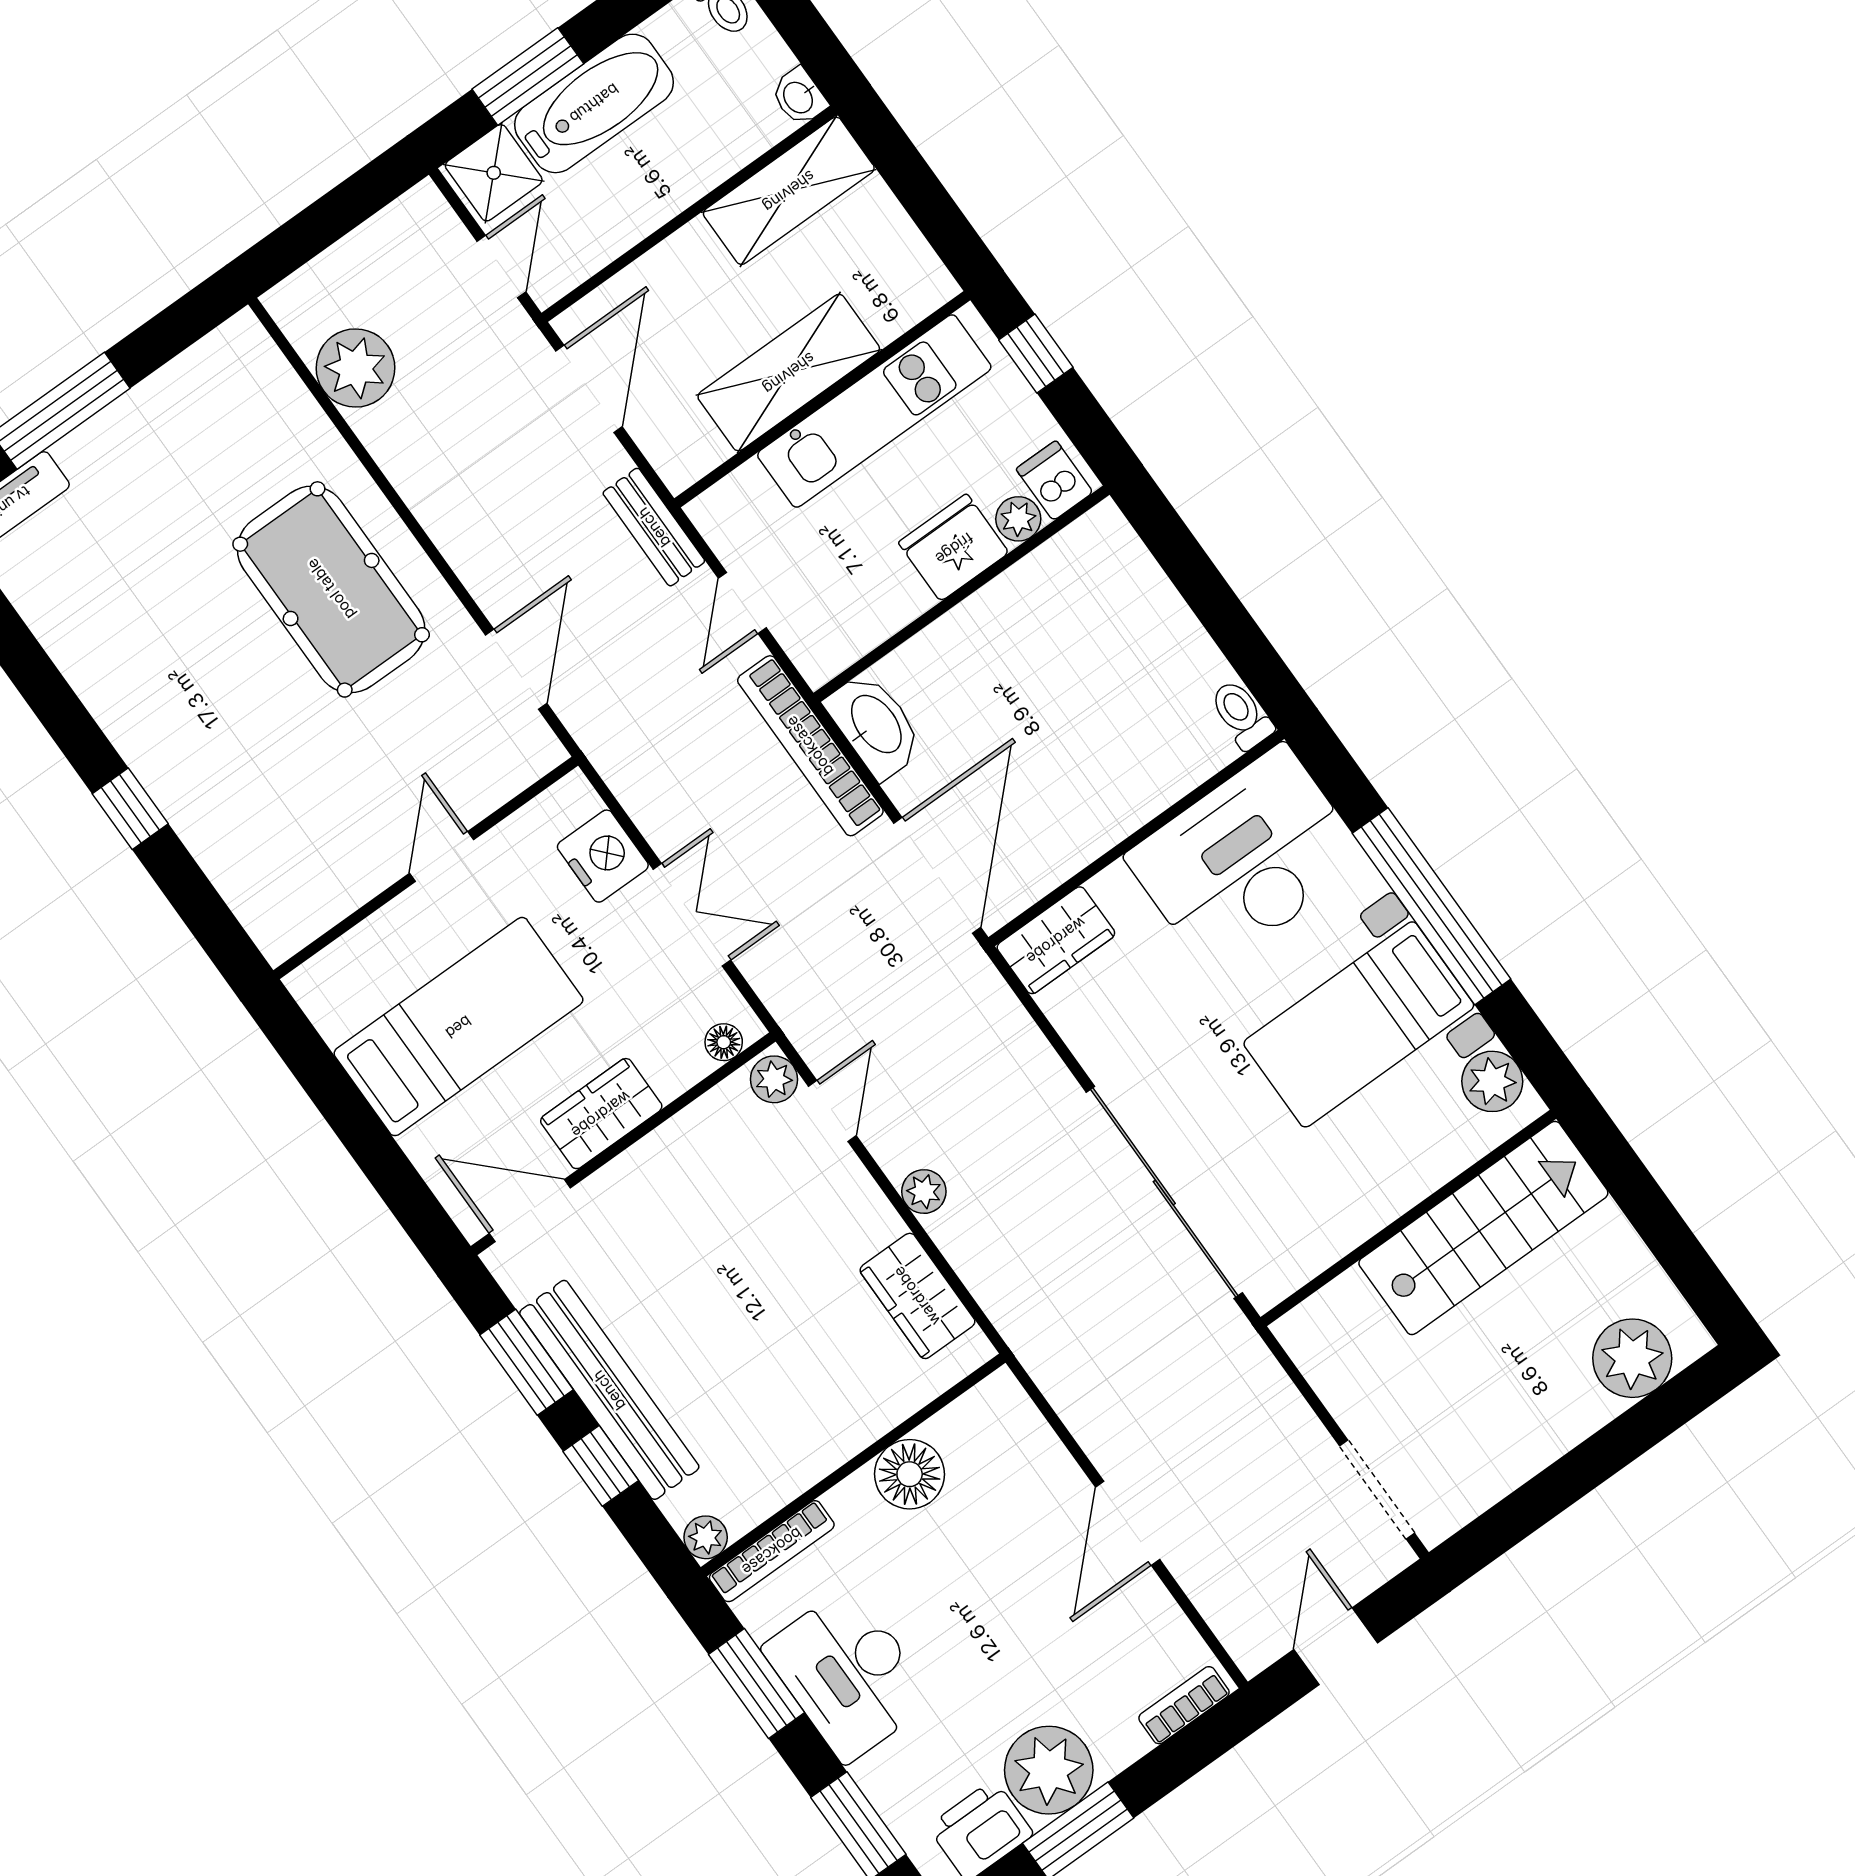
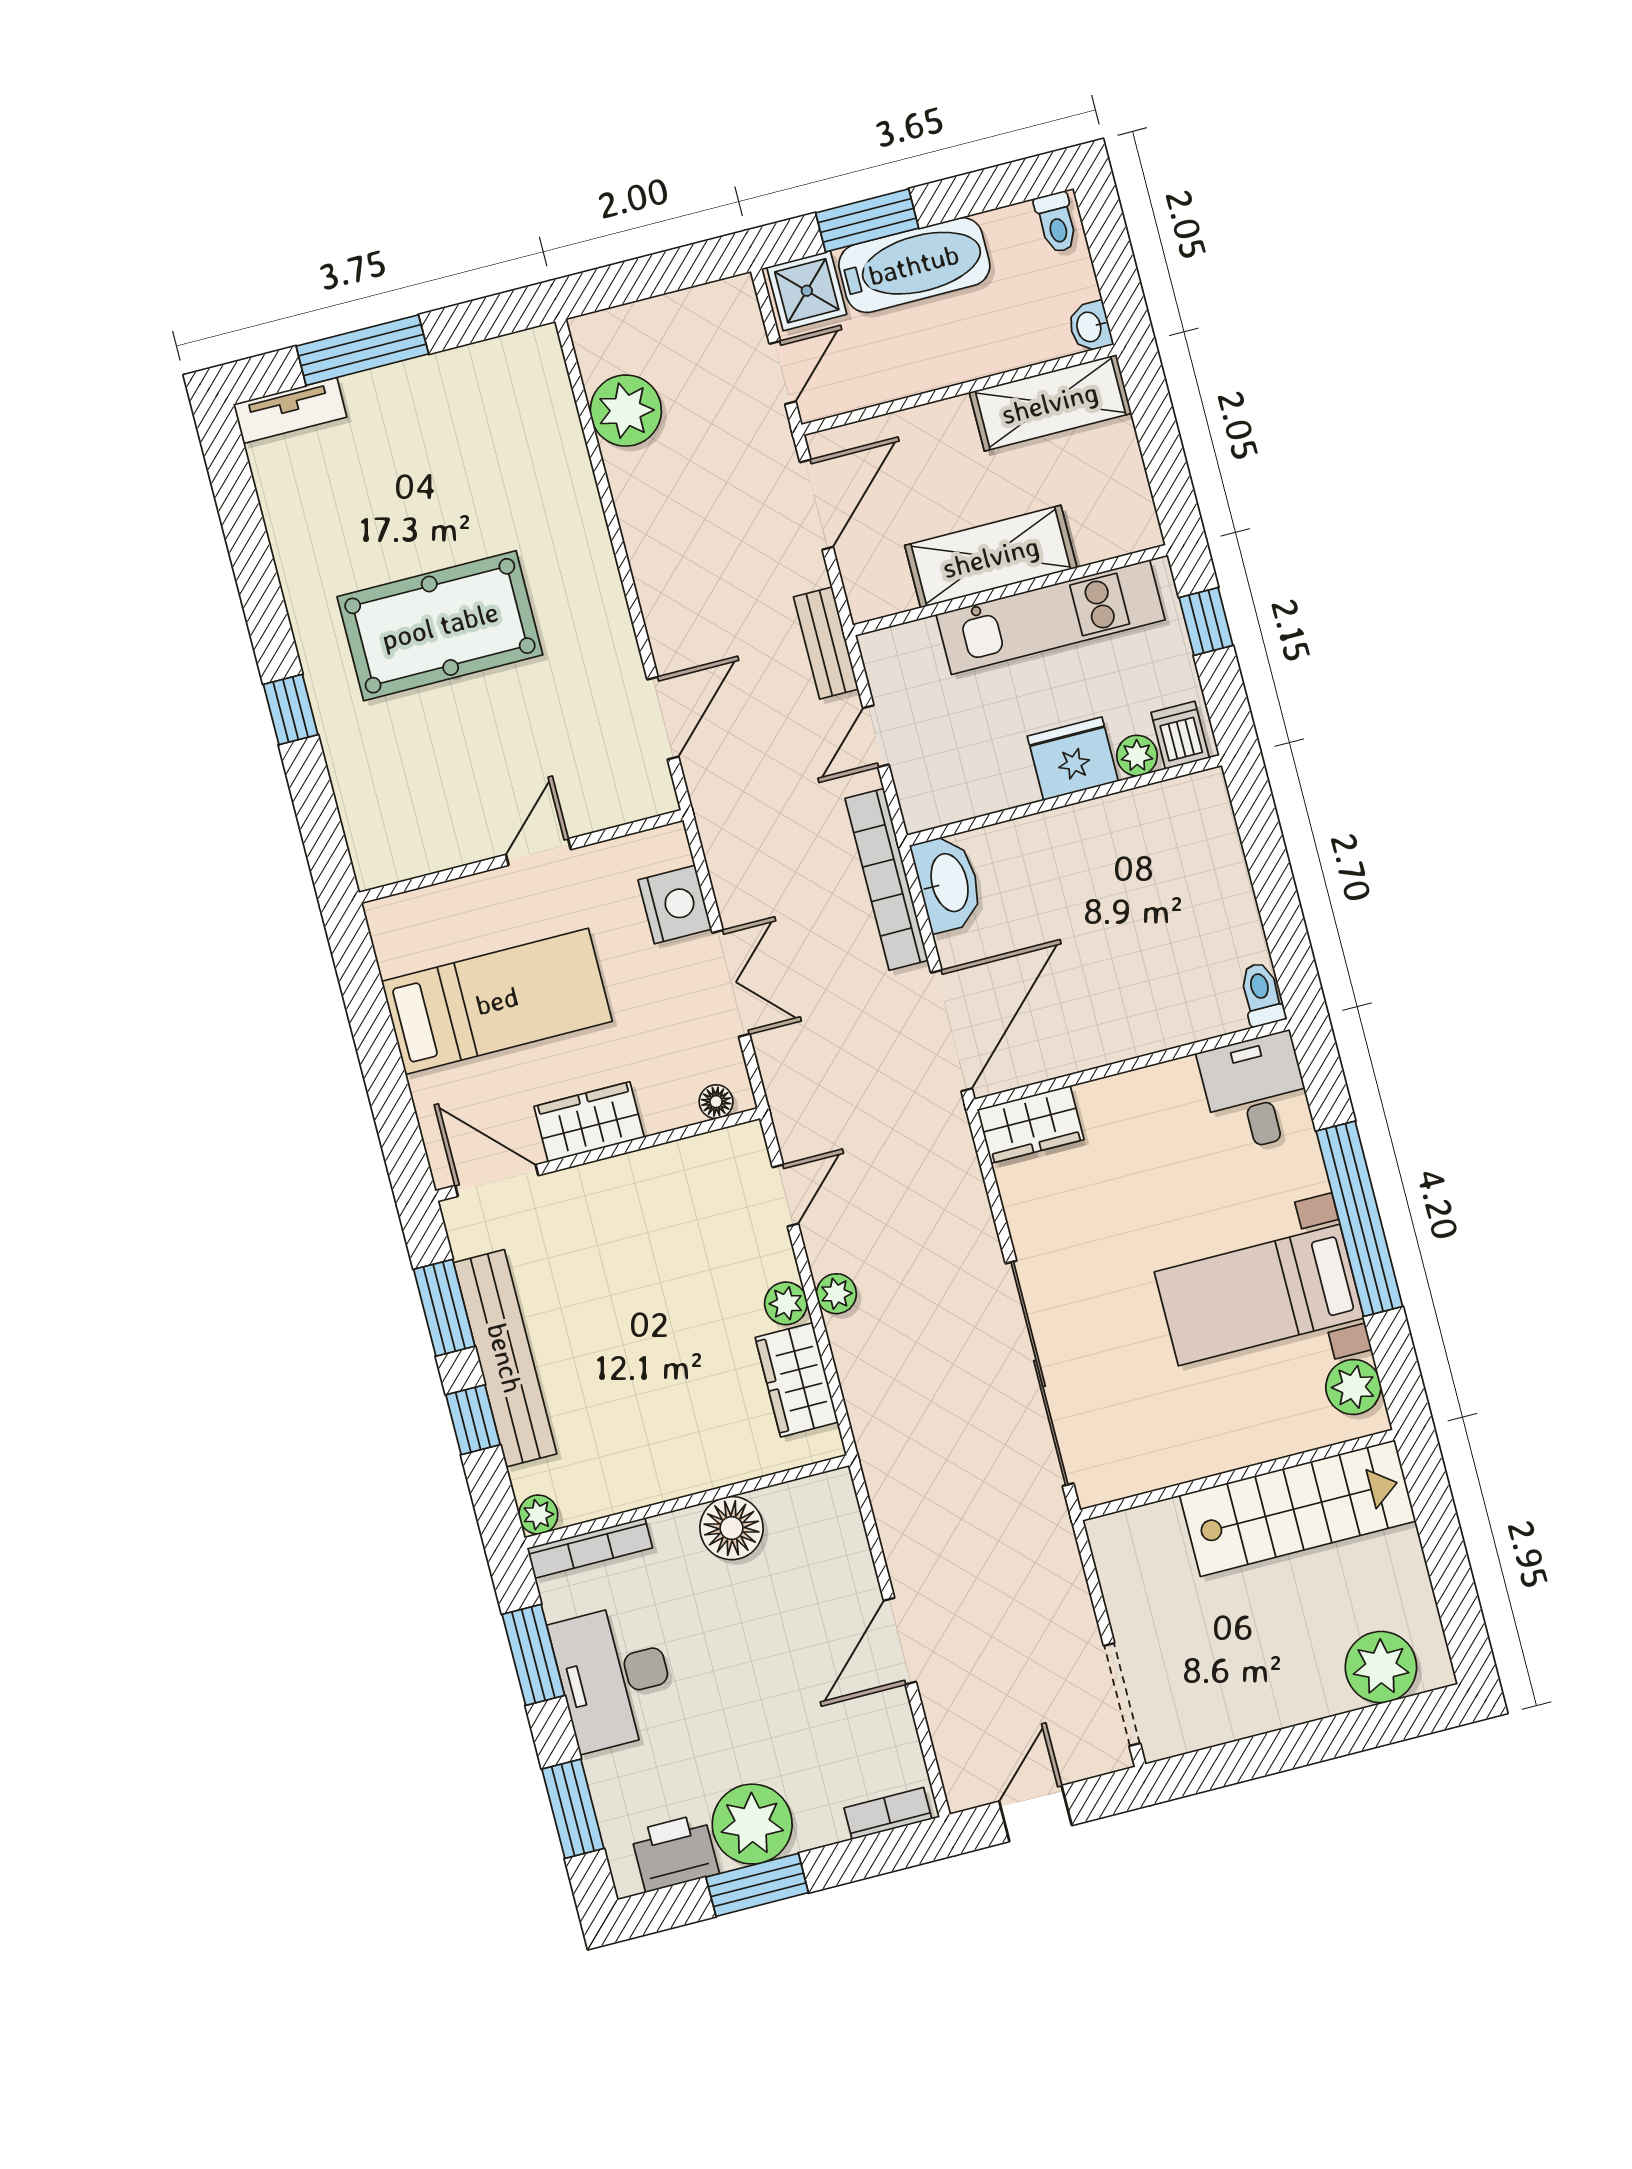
pool table: (331, 589) -> (440, 626), moved, turned 90
desk: (1246, 859) -> (1256, 1092), width x0.53, depth x0.77
plant: (774, 1079) -> (786, 1303), moved

